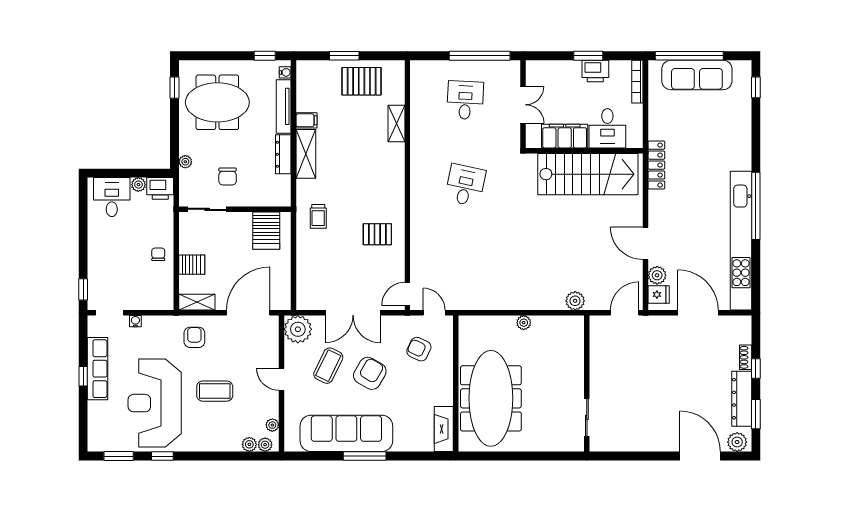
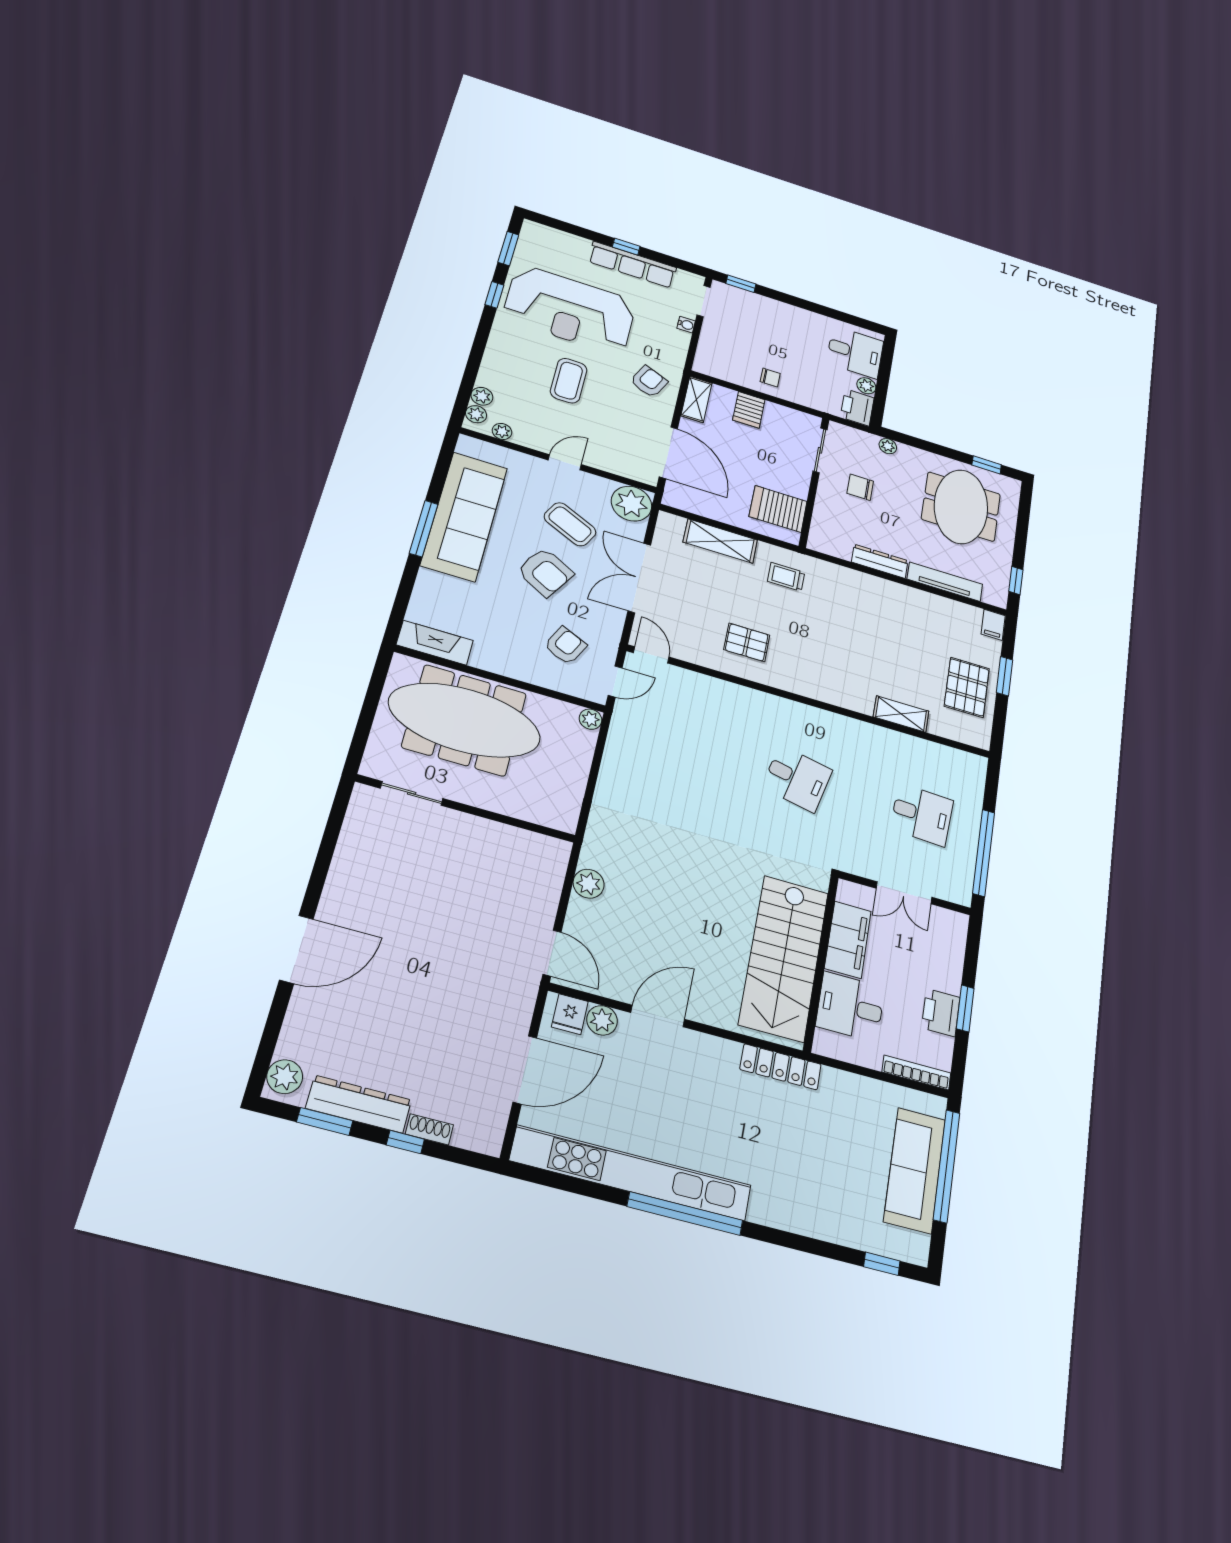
water cooler: (285, 72) -> (991, 598), removed
filing cabinet: (306, 120) -> (993, 625), moved
shelving: (306, 154) -> (720, 541), moved
pallet: (377, 234) -> (747, 642), turned 90
plant: (524, 323) -> (591, 719), moved
armchair: (194, 337) -> (649, 381), turned -66
wall: (587, 384) -> (466, 809), moved
reception desk: (155, 403) -> (570, 310), turned 180
sliding door: (587, 417) -> (412, 793), moved
door: (700, 456) -> (296, 949), moved

